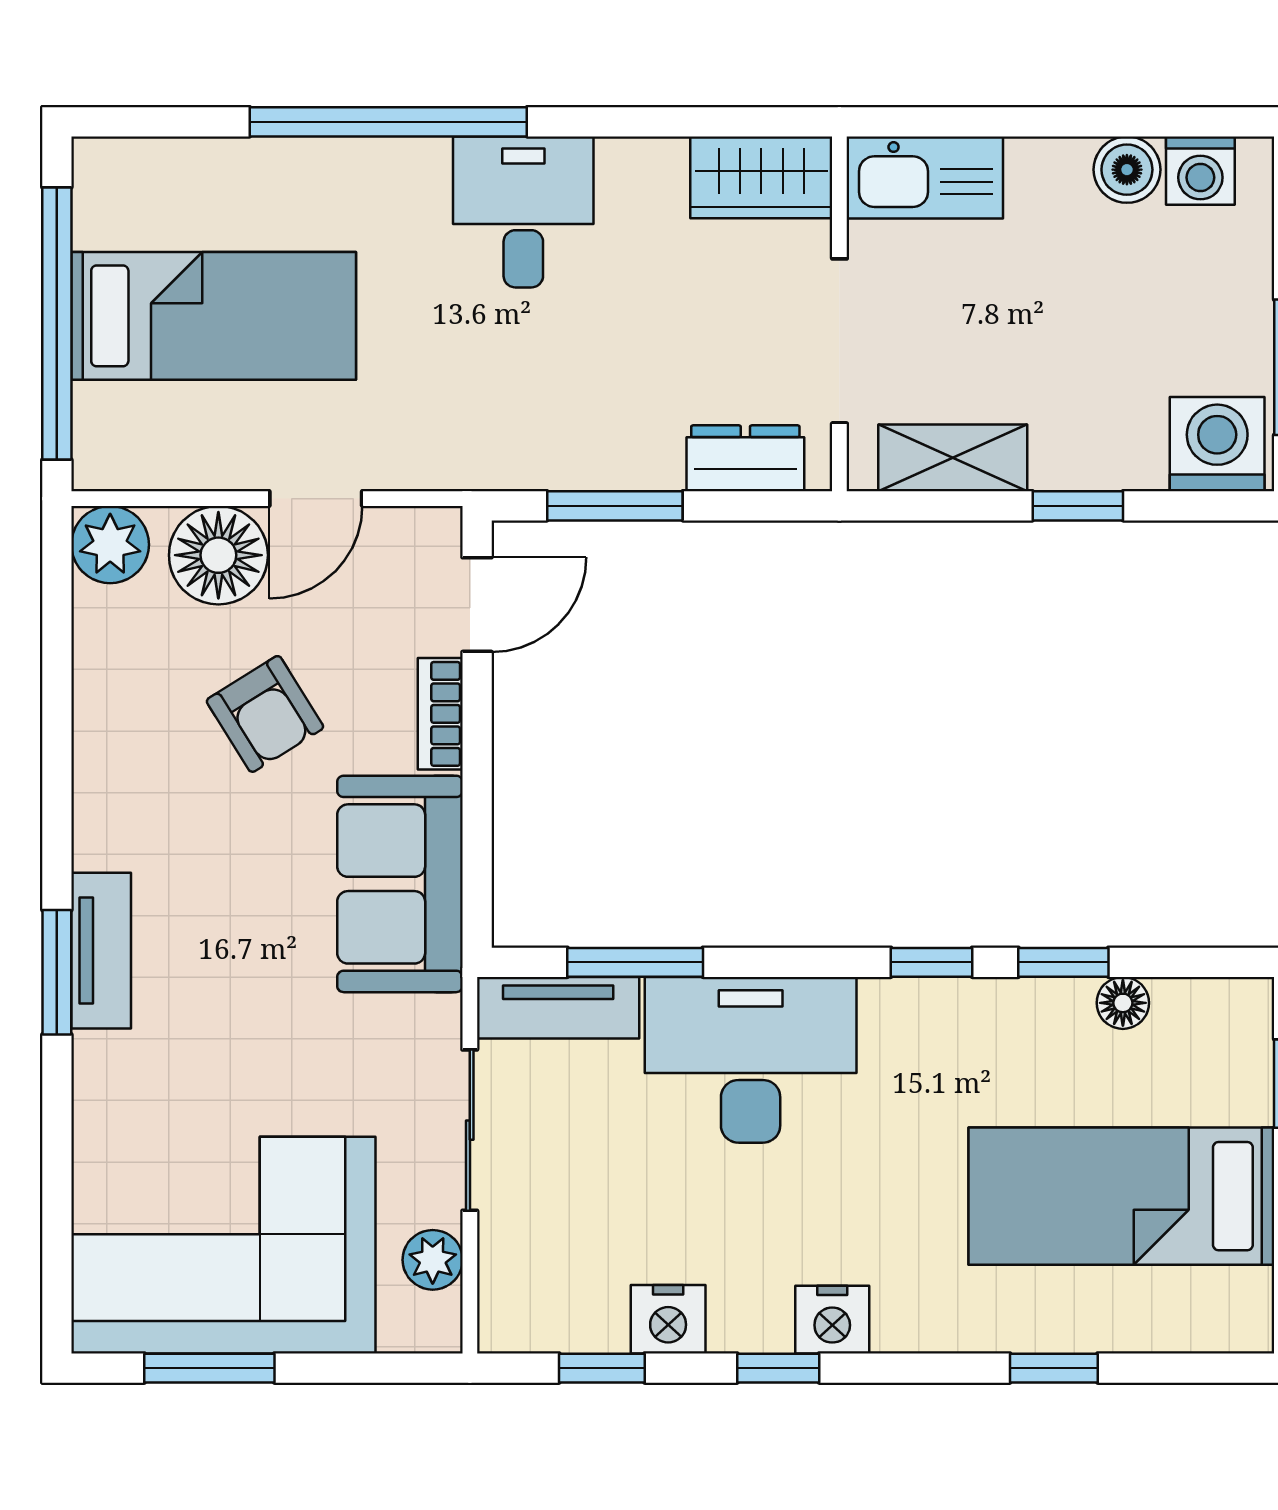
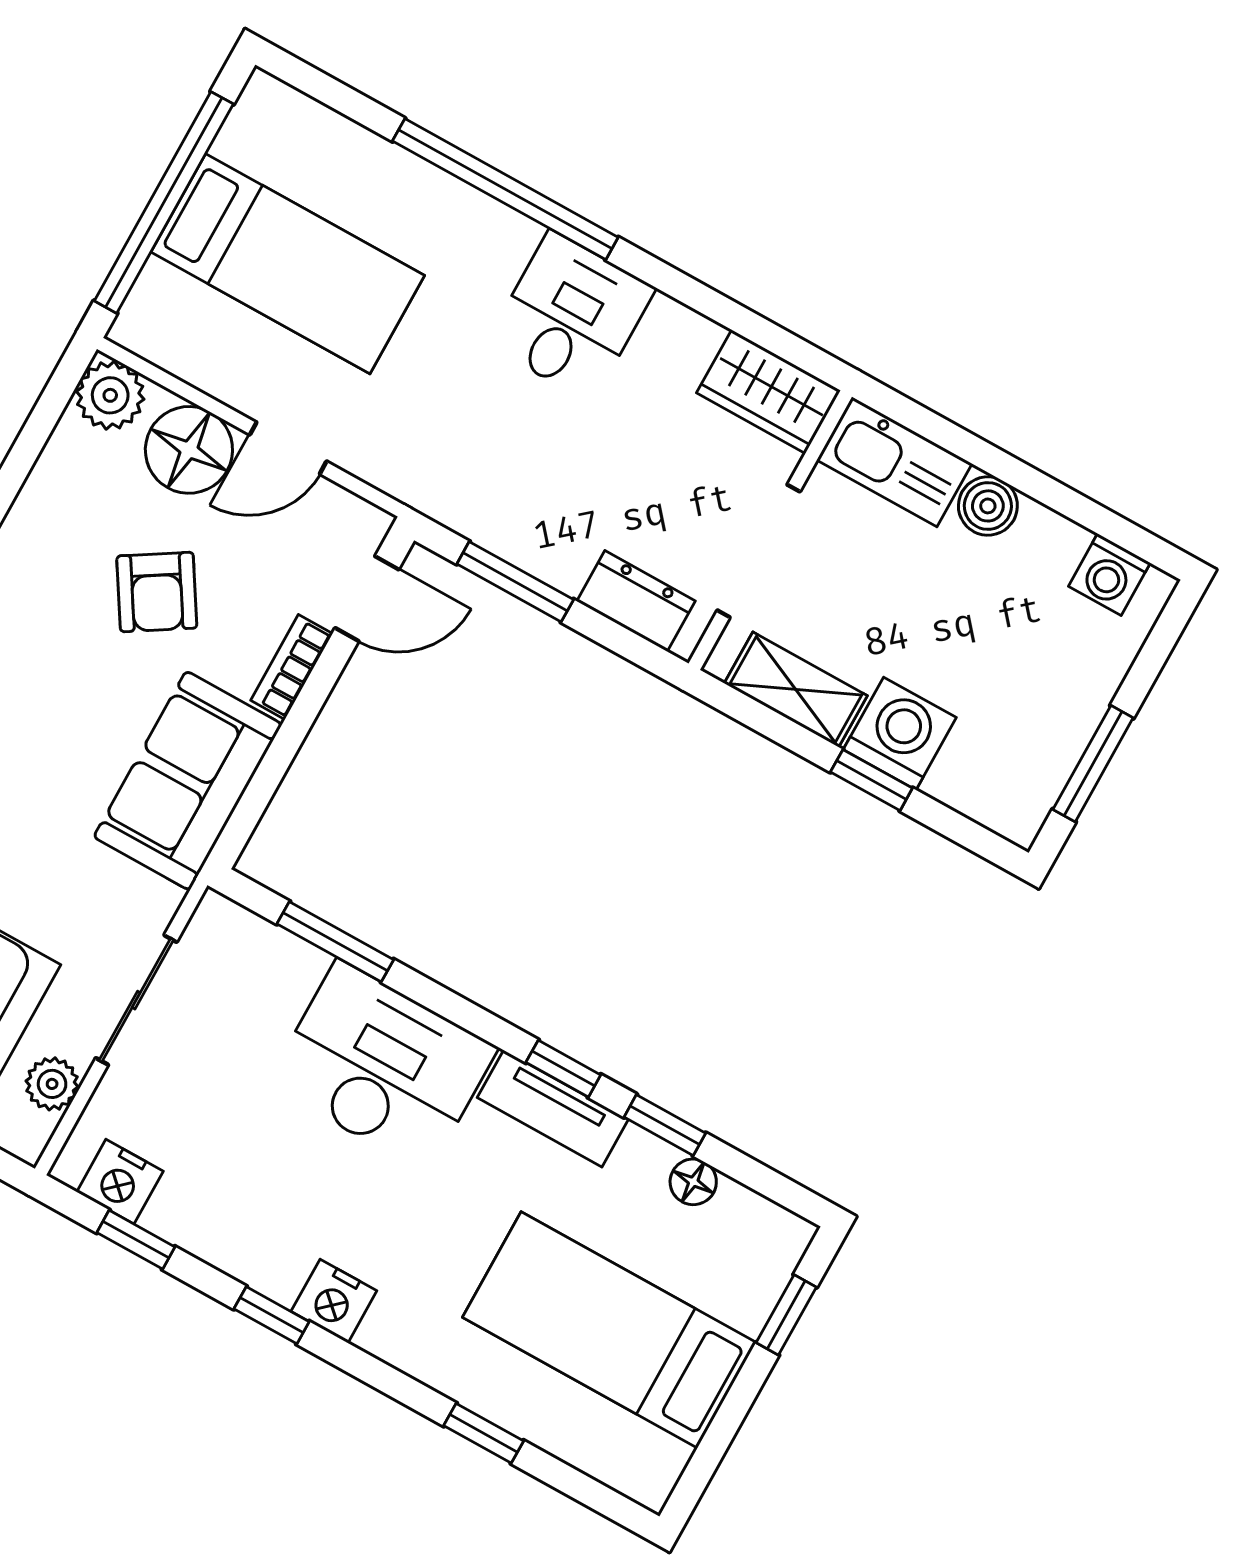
boiler: (1127, 170) -> (988, 506), moved
washing machine: (1217, 444) -> (900, 734), moved
tv unit: (558, 1008) -> (553, 1109), moved
nightstand: (668, 1319) -> (120, 1182), moved

